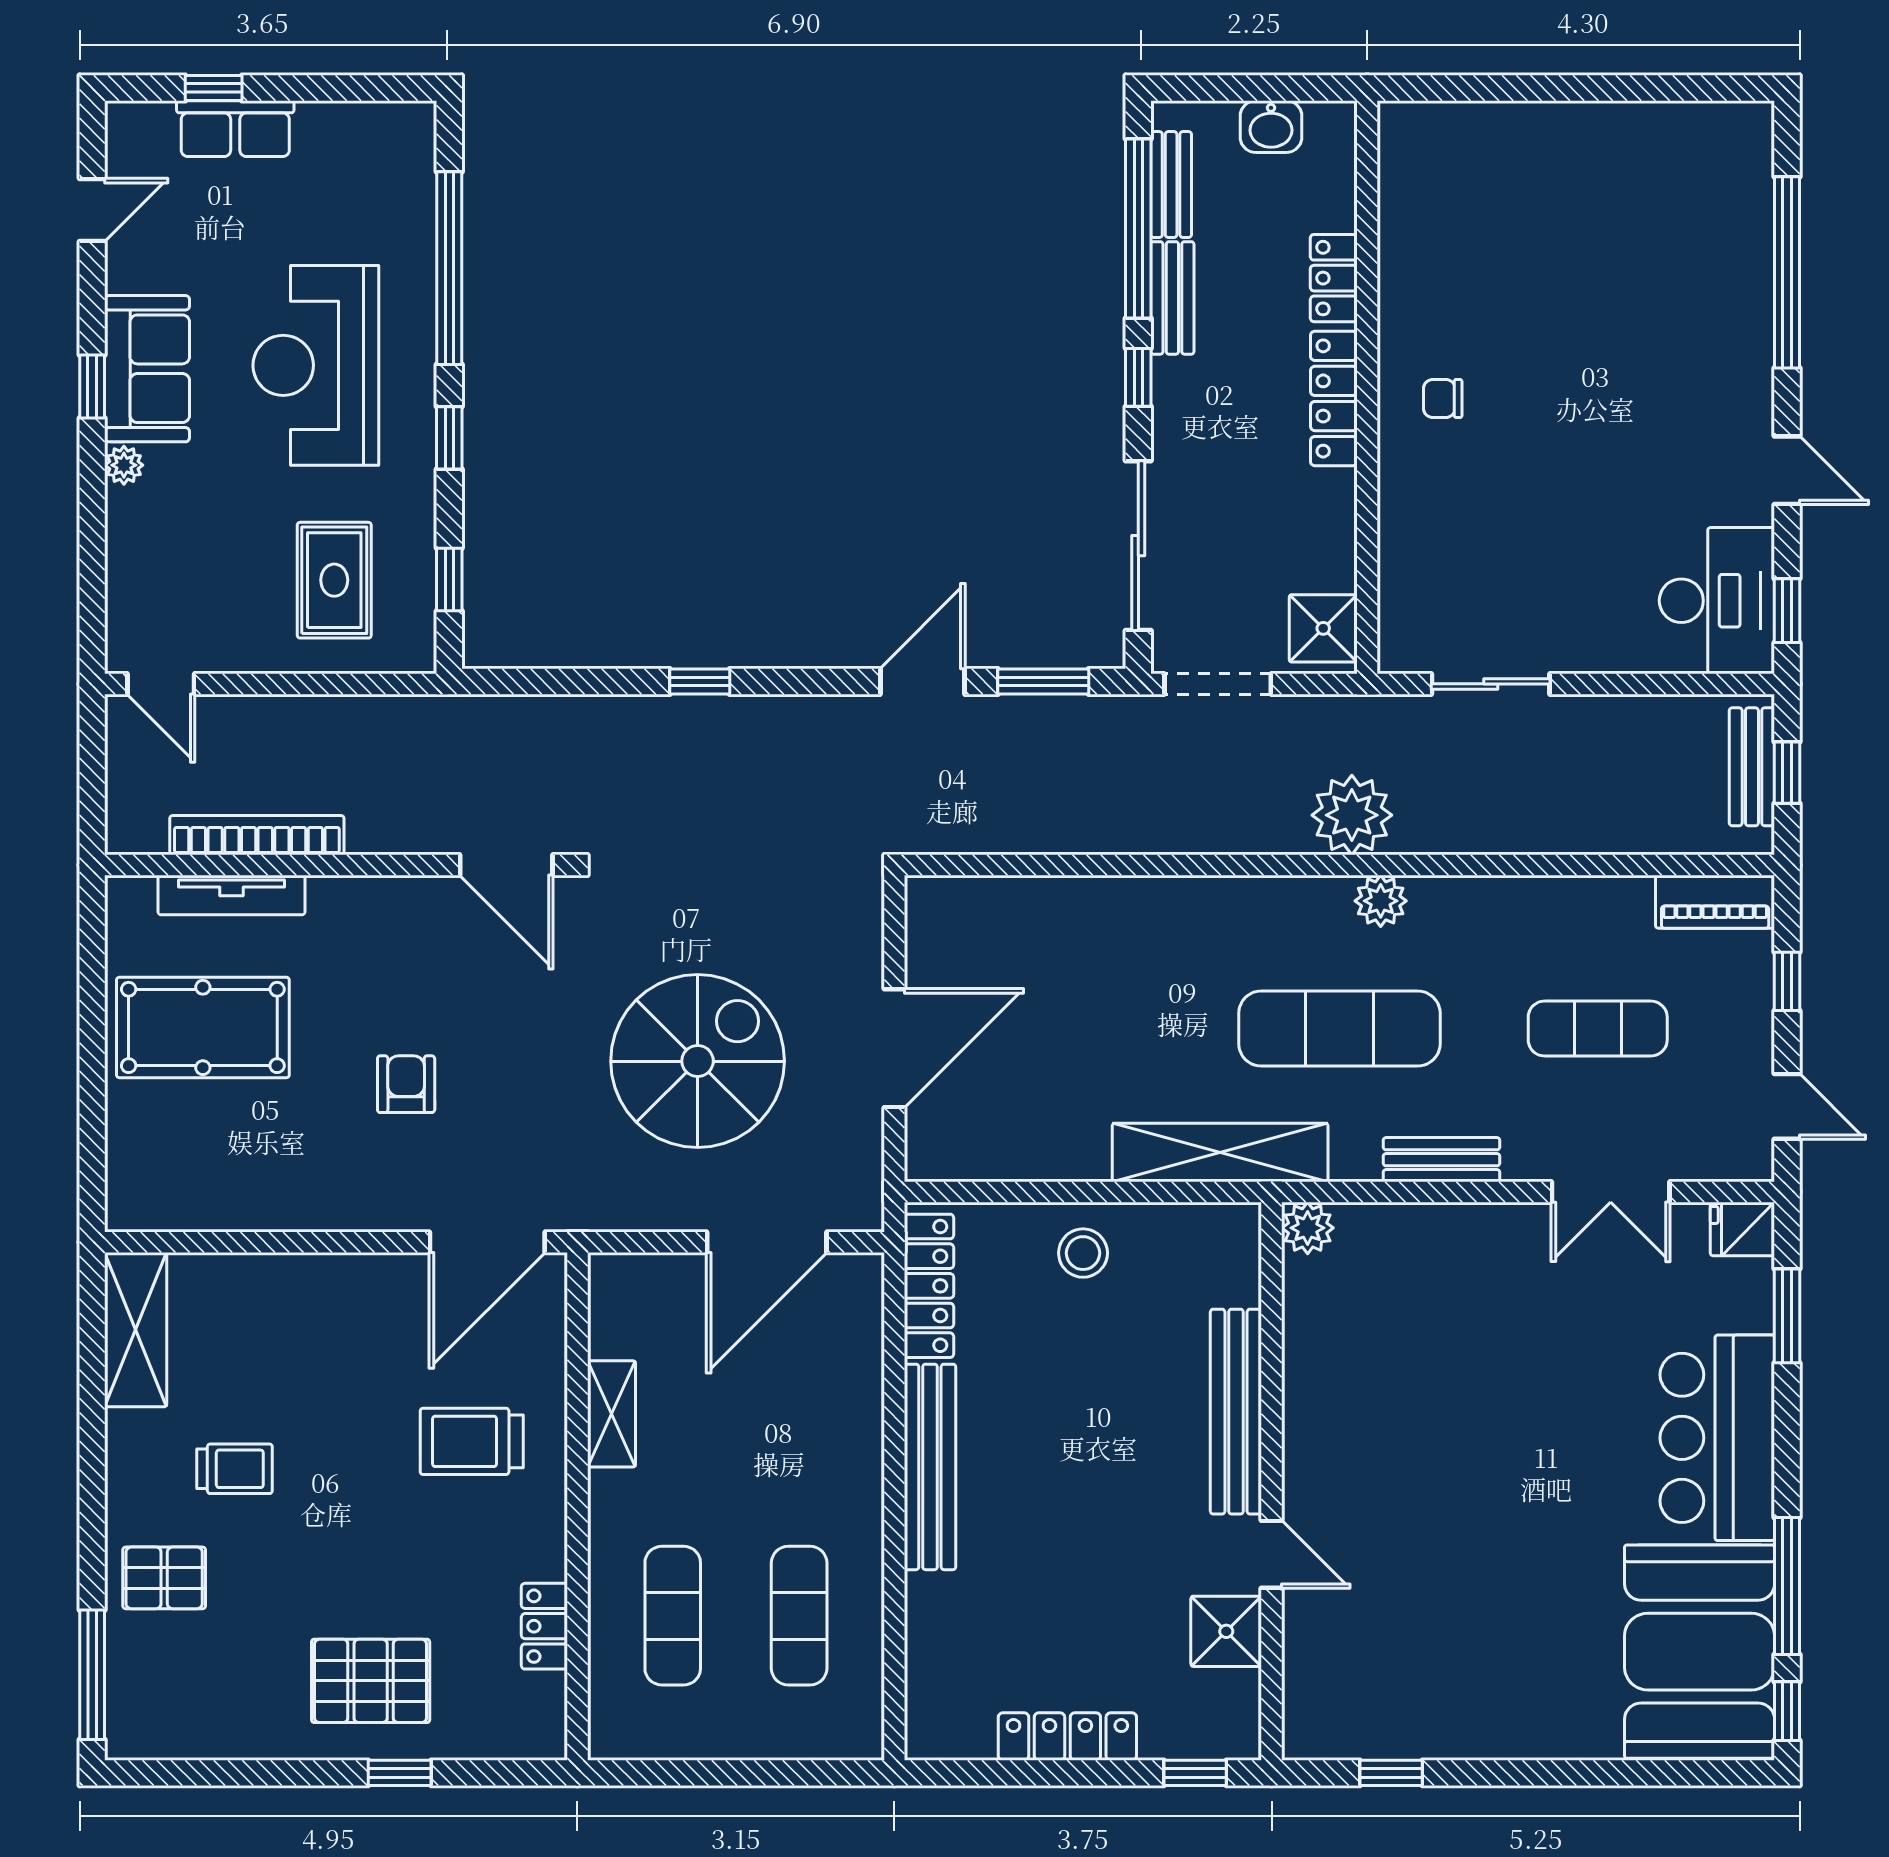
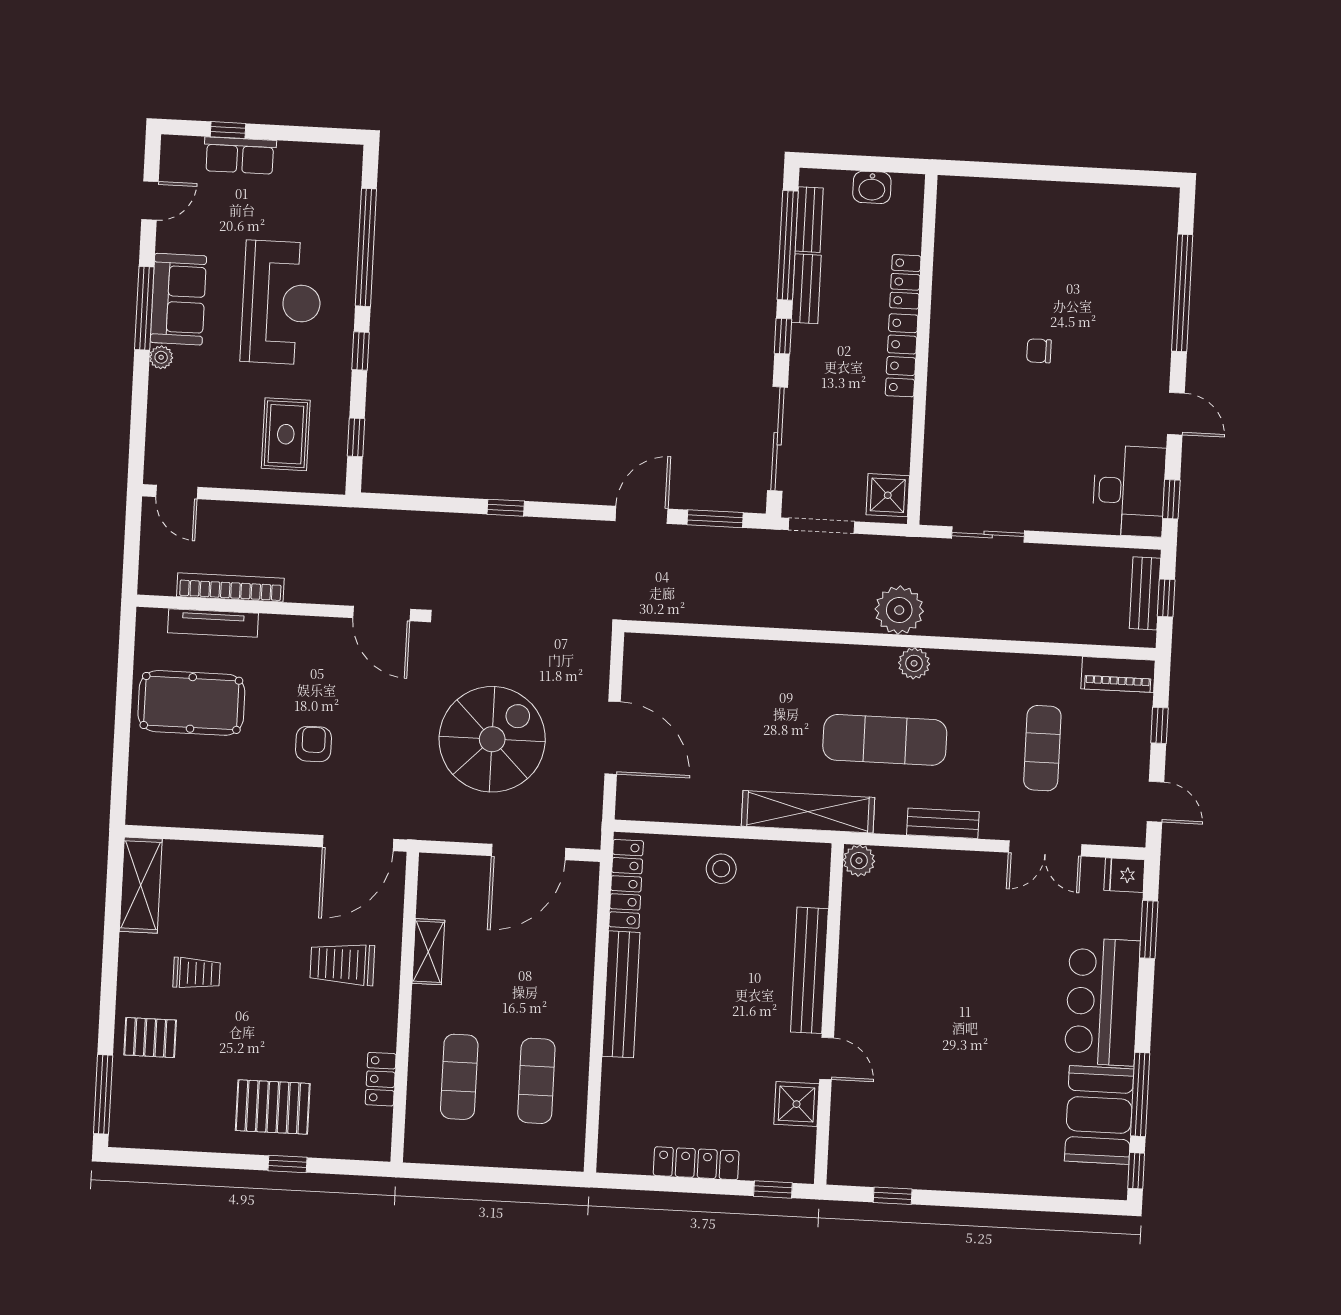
reception desk: (316, 365) -> (281, 303), turned 180
window: (92, 386) -> (144, 308), width x2.17
chair: (1443, 398) -> (1039, 351), moved
exercise mat: (1598, 1029) -> (1042, 748), turned 90
door: (894, 1048) -> (613, 738), hinge flipped
booth: (1700, 1652) -> (1099, 1115), width x0.73, depth x0.70

